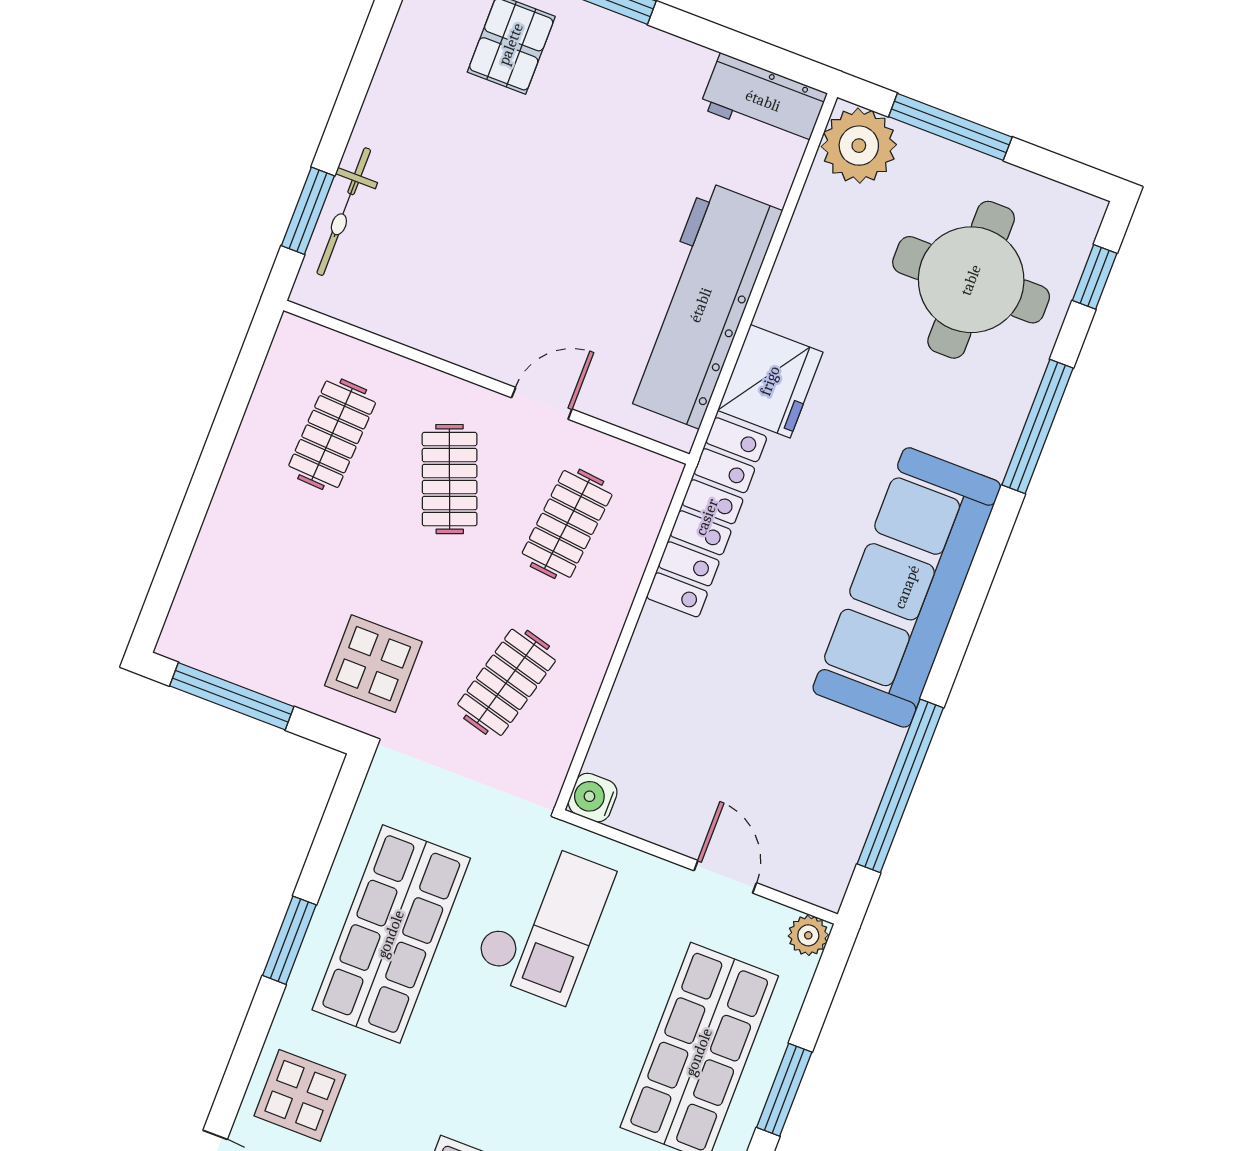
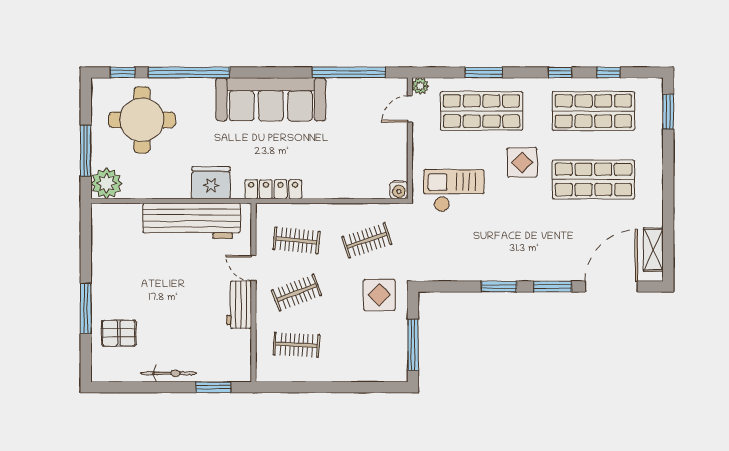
workbench: (763, 101) -> (239, 305), moved, turned 180
bicycle: (344, 212) -> (169, 373), moved
window: (1037, 426) -> (189, 72), width x1.46
locker: (707, 517) -> (273, 189), width x0.71, depth x0.83
clothes rail: (507, 682) -> (367, 240), turned -33
door: (725, 877) -> (410, 109), moved
shop shelf: (391, 934) -> (482, 248), removed
window: (243, 1061) -> (553, 286), added
display table: (300, 1095) -> (522, 162), moved

